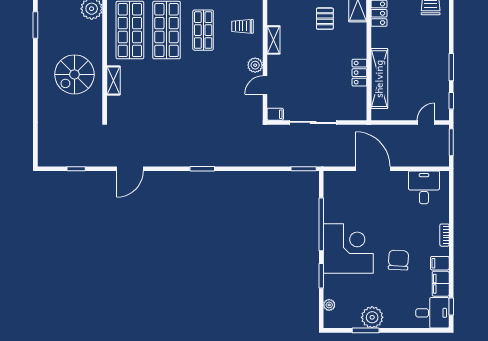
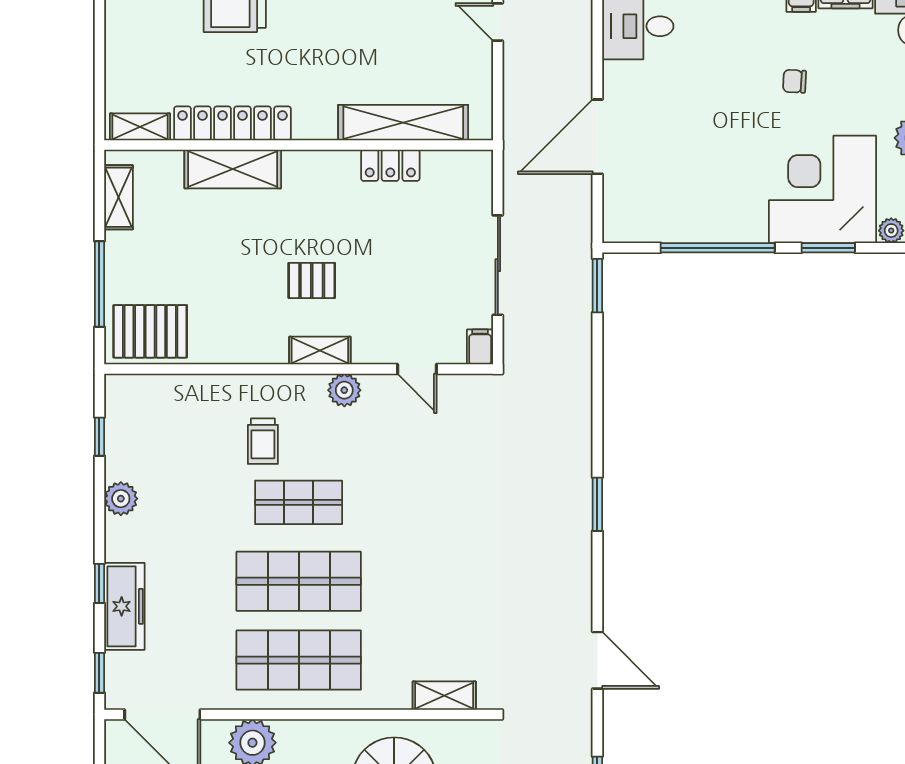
pallet: (325, 19) -> (312, 280), moved
trolley: (243, 26) -> (263, 441), moved
plant: (255, 65) -> (344, 390), moved
shelving: (113, 80) -> (444, 696), moved
corner desk: (348, 248) -> (823, 189), moved
chair: (398, 260) -> (795, 81), width x0.54, depth x0.54

